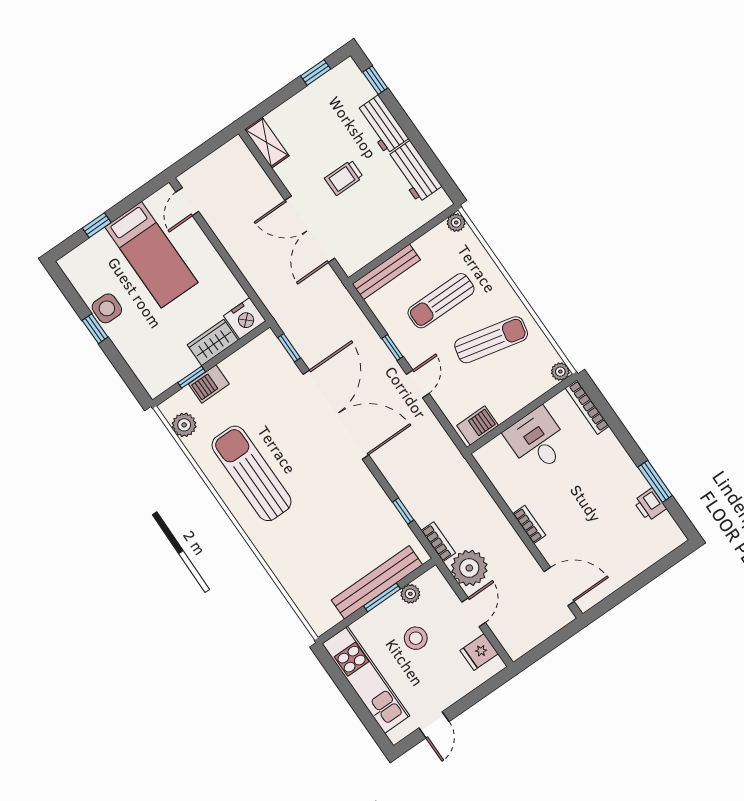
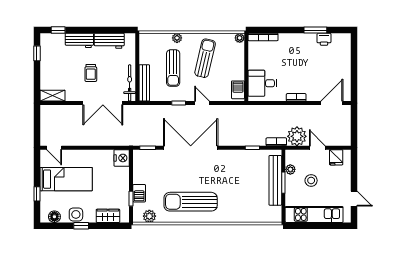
plant: (456, 223) -> (177, 38), moved
bicycle: (370, 249) -> (130, 83), added
floor lamp: (80, 277) -> (54, 217), added
wardrobe: (213, 342) -> (108, 216), moved, turned 90
desk: (537, 440) -> (262, 83), moved

